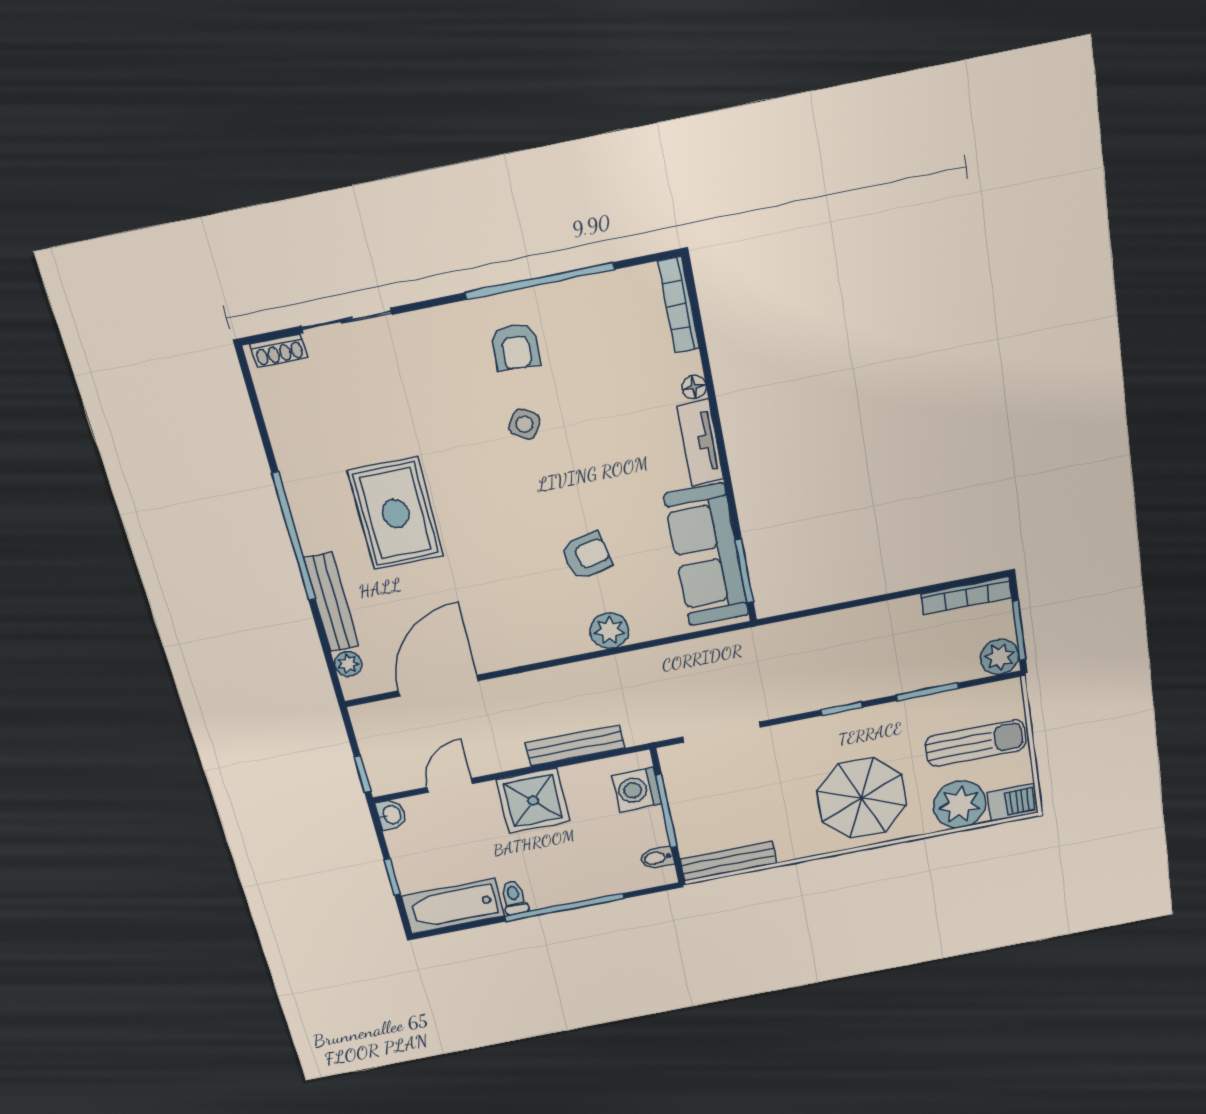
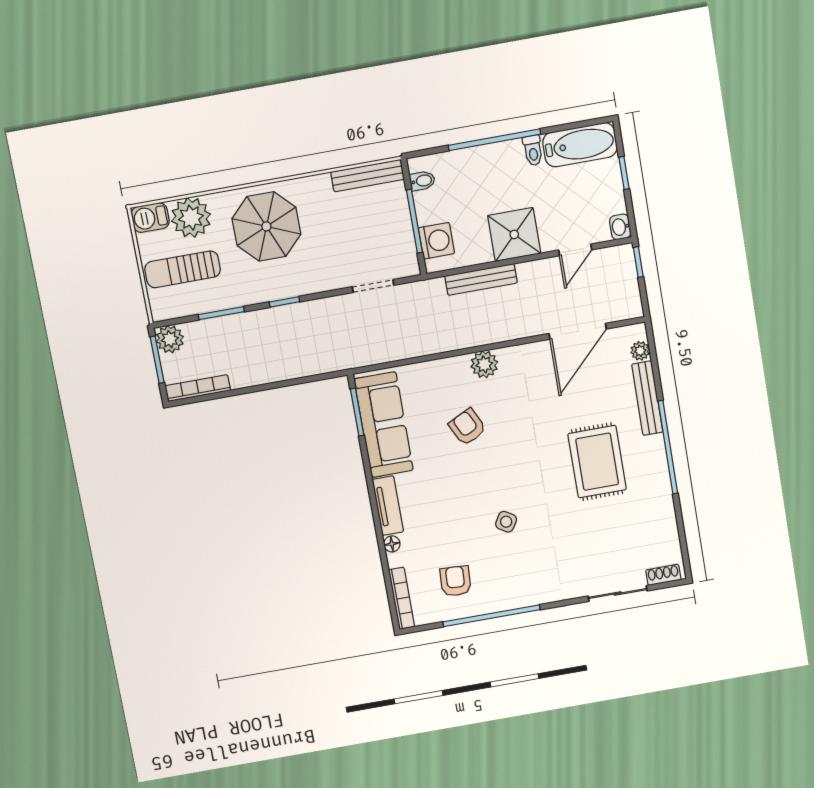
armchair: (516, 347) -> (456, 581), moved
armchair: (587, 556) -> (467, 427), turned 77
plant: (609, 631) -> (484, 364), moved
doorway: (721, 732) -> (373, 286), width x0.73

